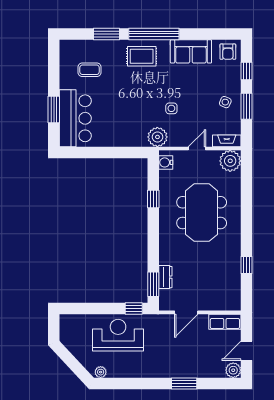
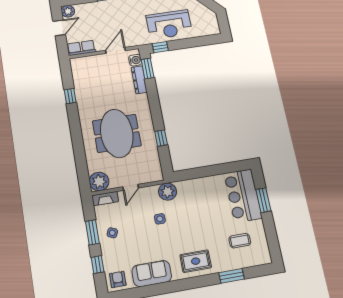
window: (154, 34) -> (189, 284), removed
water cooler: (166, 162) -> (135, 60), moved
dresser: (165, 277) -> (139, 80), width x1.44

